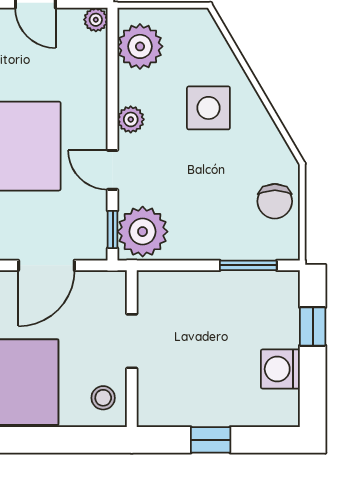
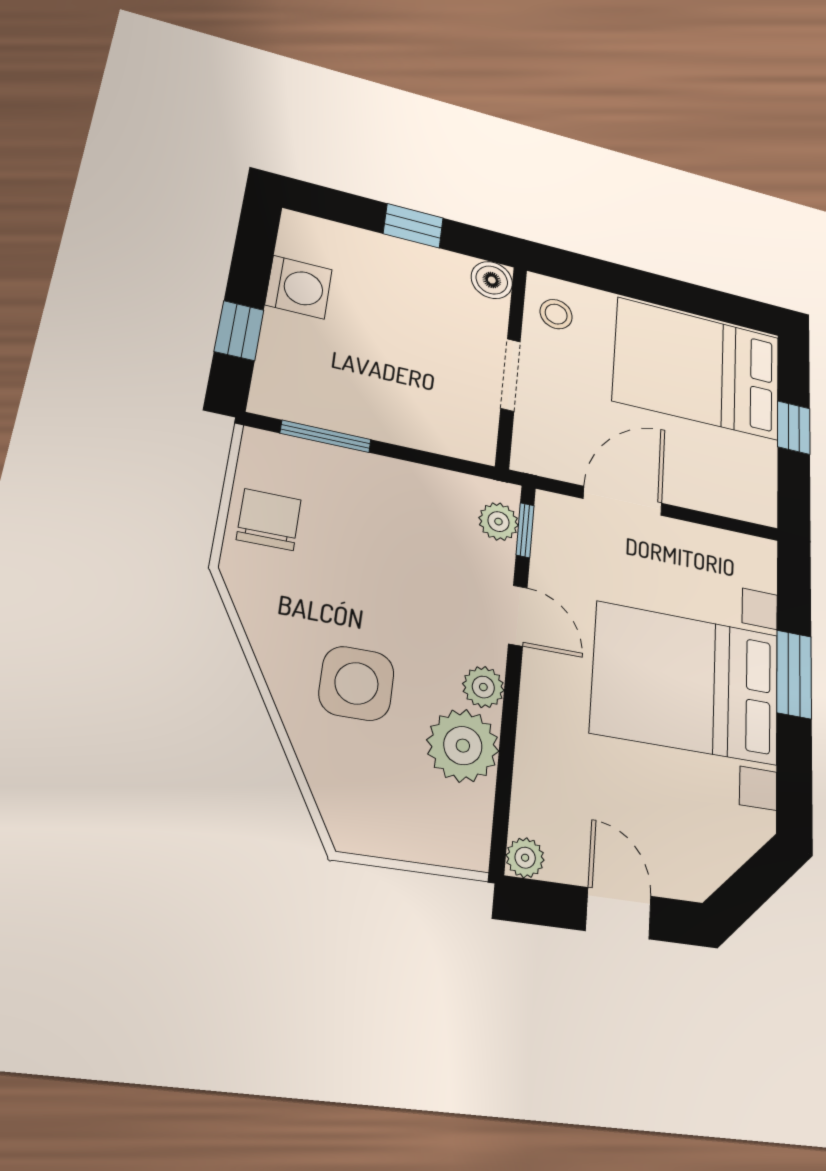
plant: (140, 46) -> (463, 746), moved
plant: (143, 232) -> (498, 522), width x0.53, depth x0.53
boiler: (151, 412) -> (492, 280), added

